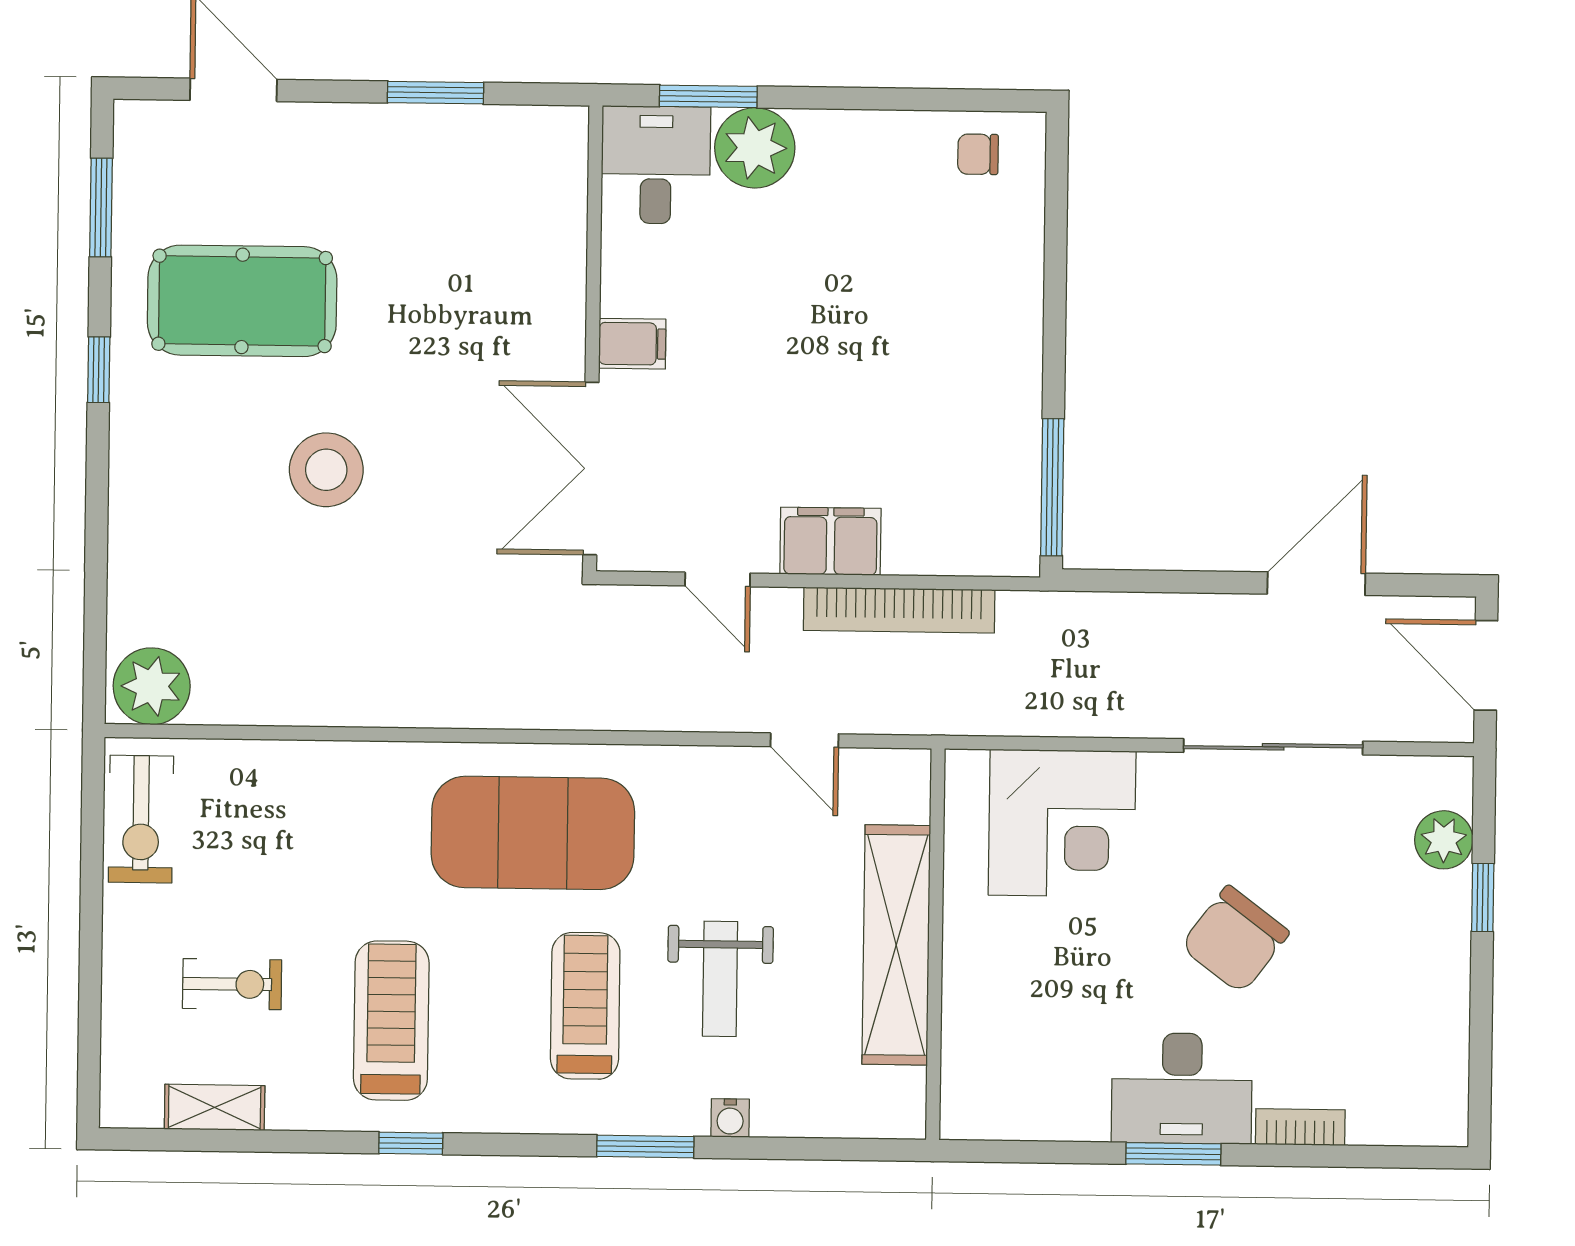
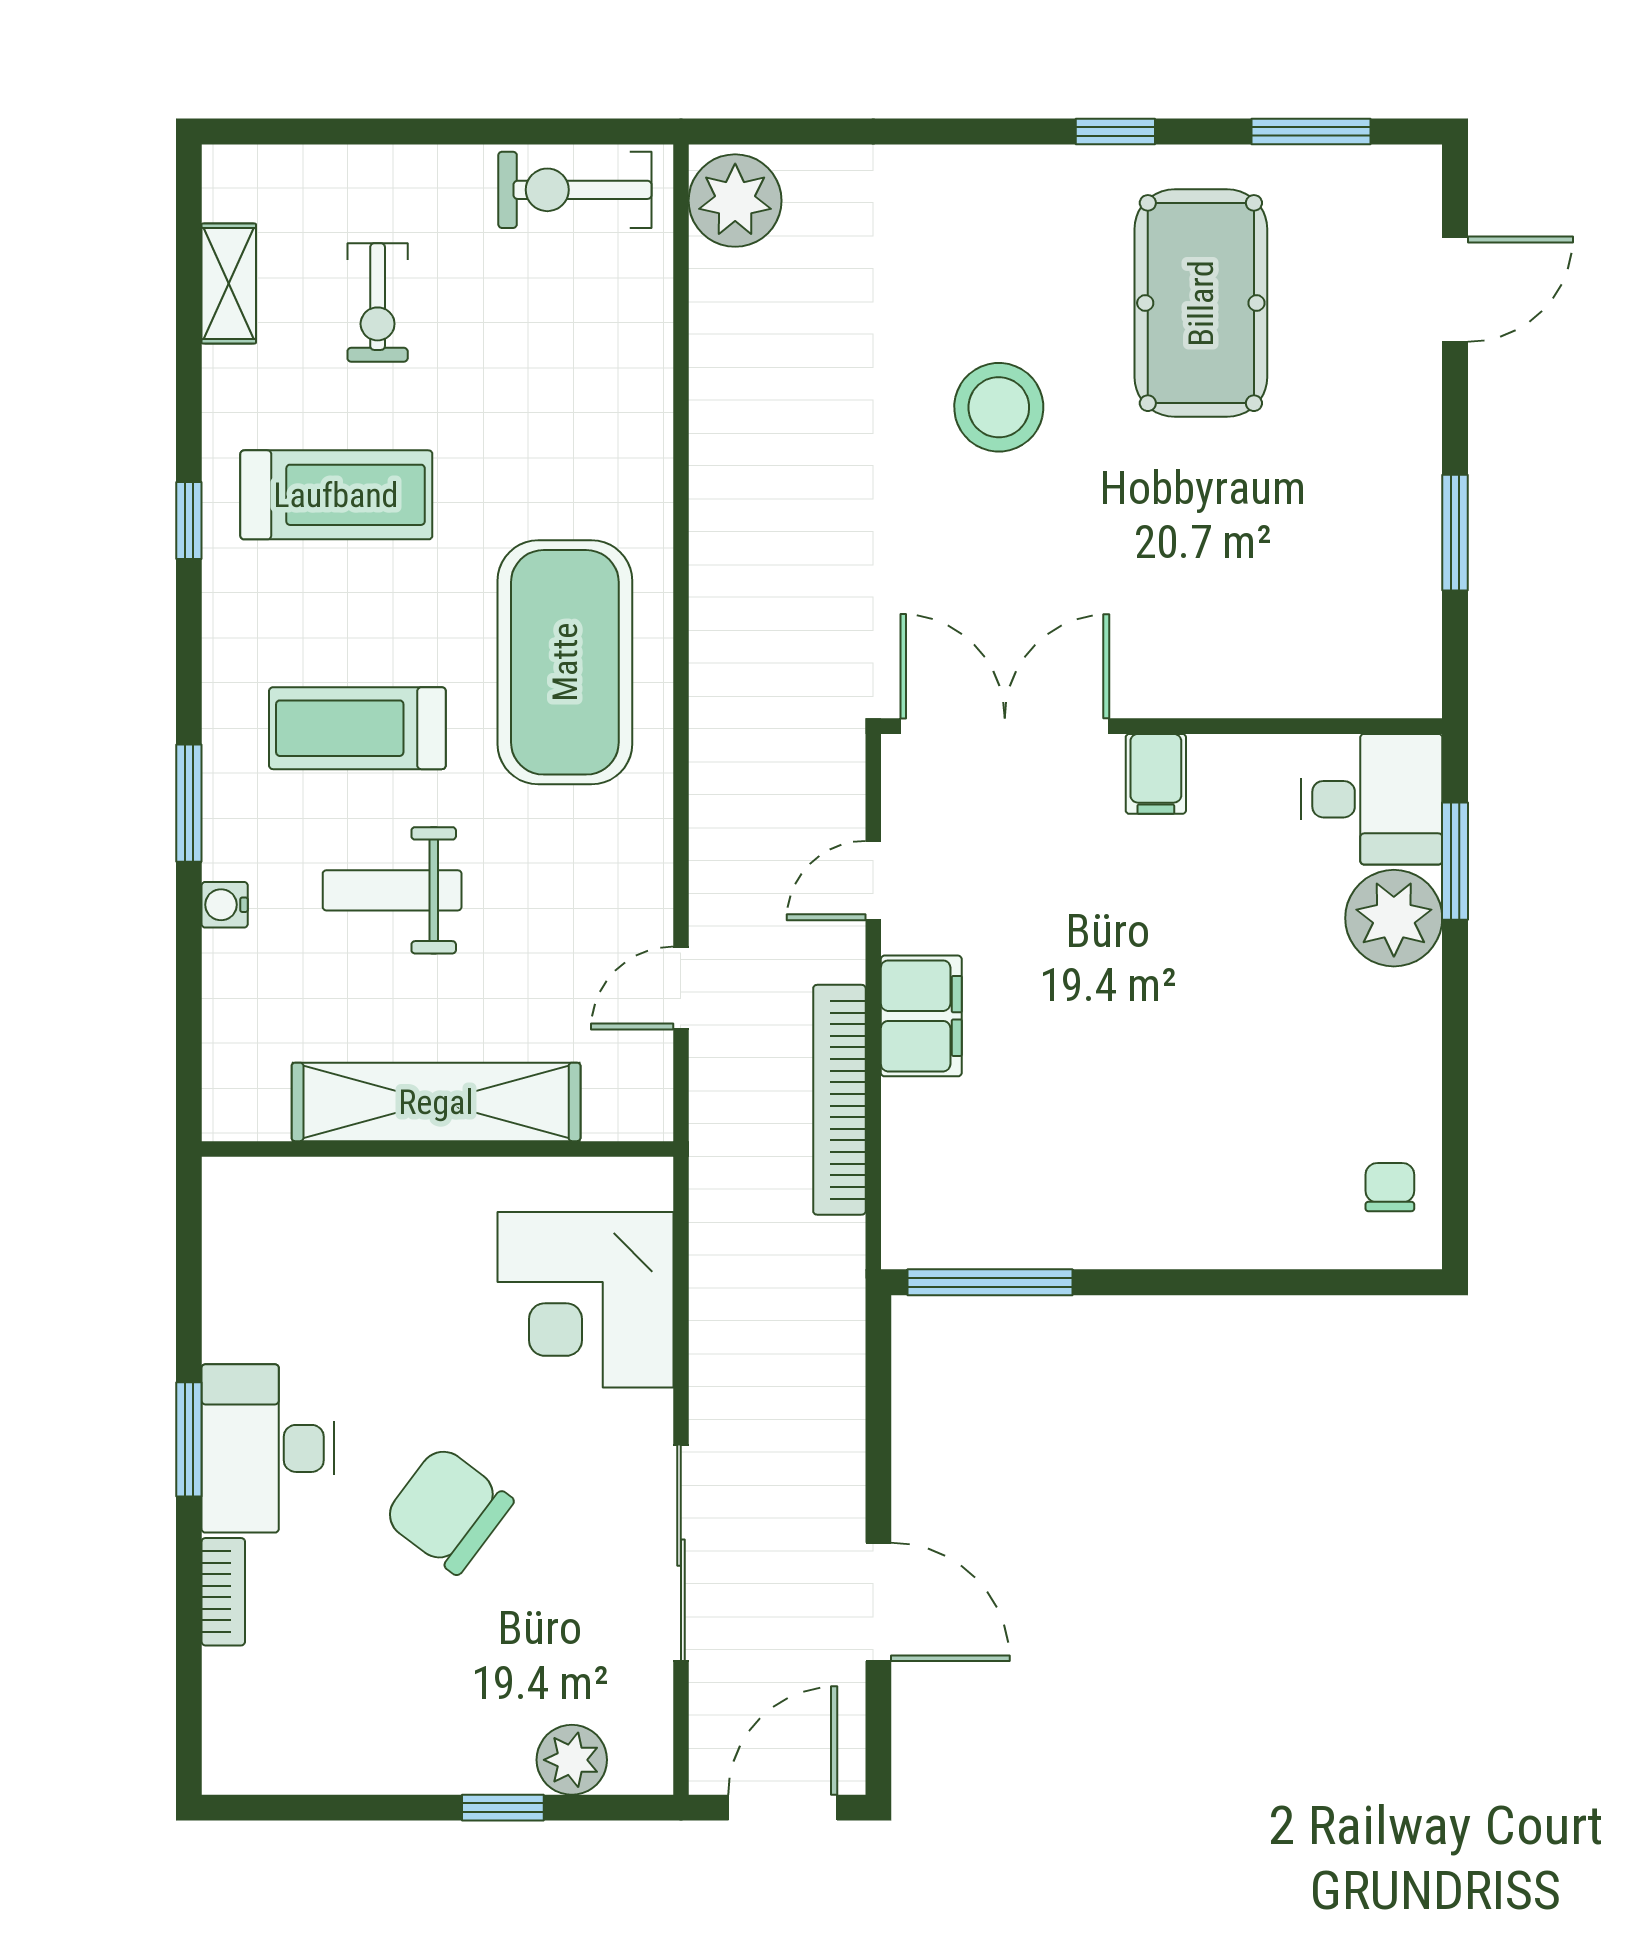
treadmill: (585, 1006) -> (357, 728), turned 180

